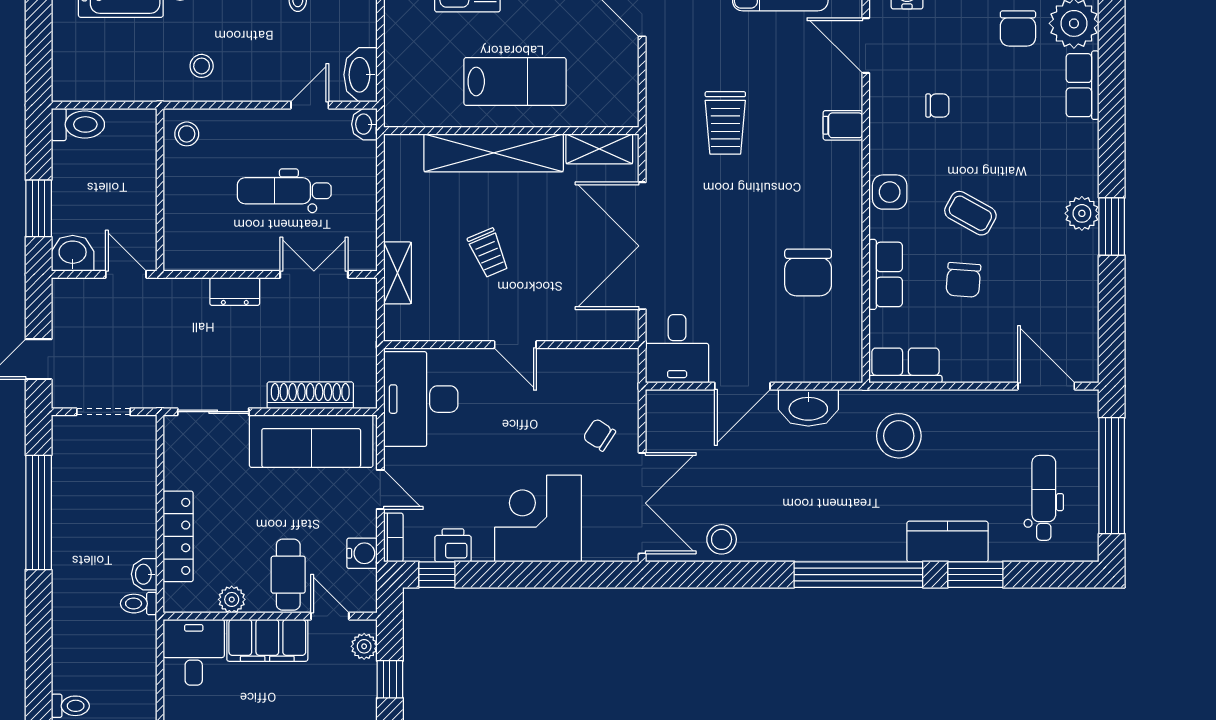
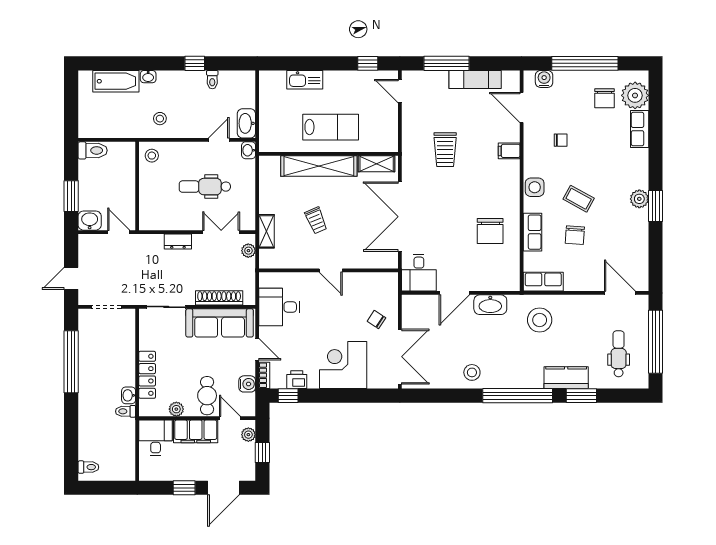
plant: (364, 308) -> (248, 251), added
desk: (421, 399) -> (279, 307), width x0.73
stool: (722, 539) -> (472, 372), moved

